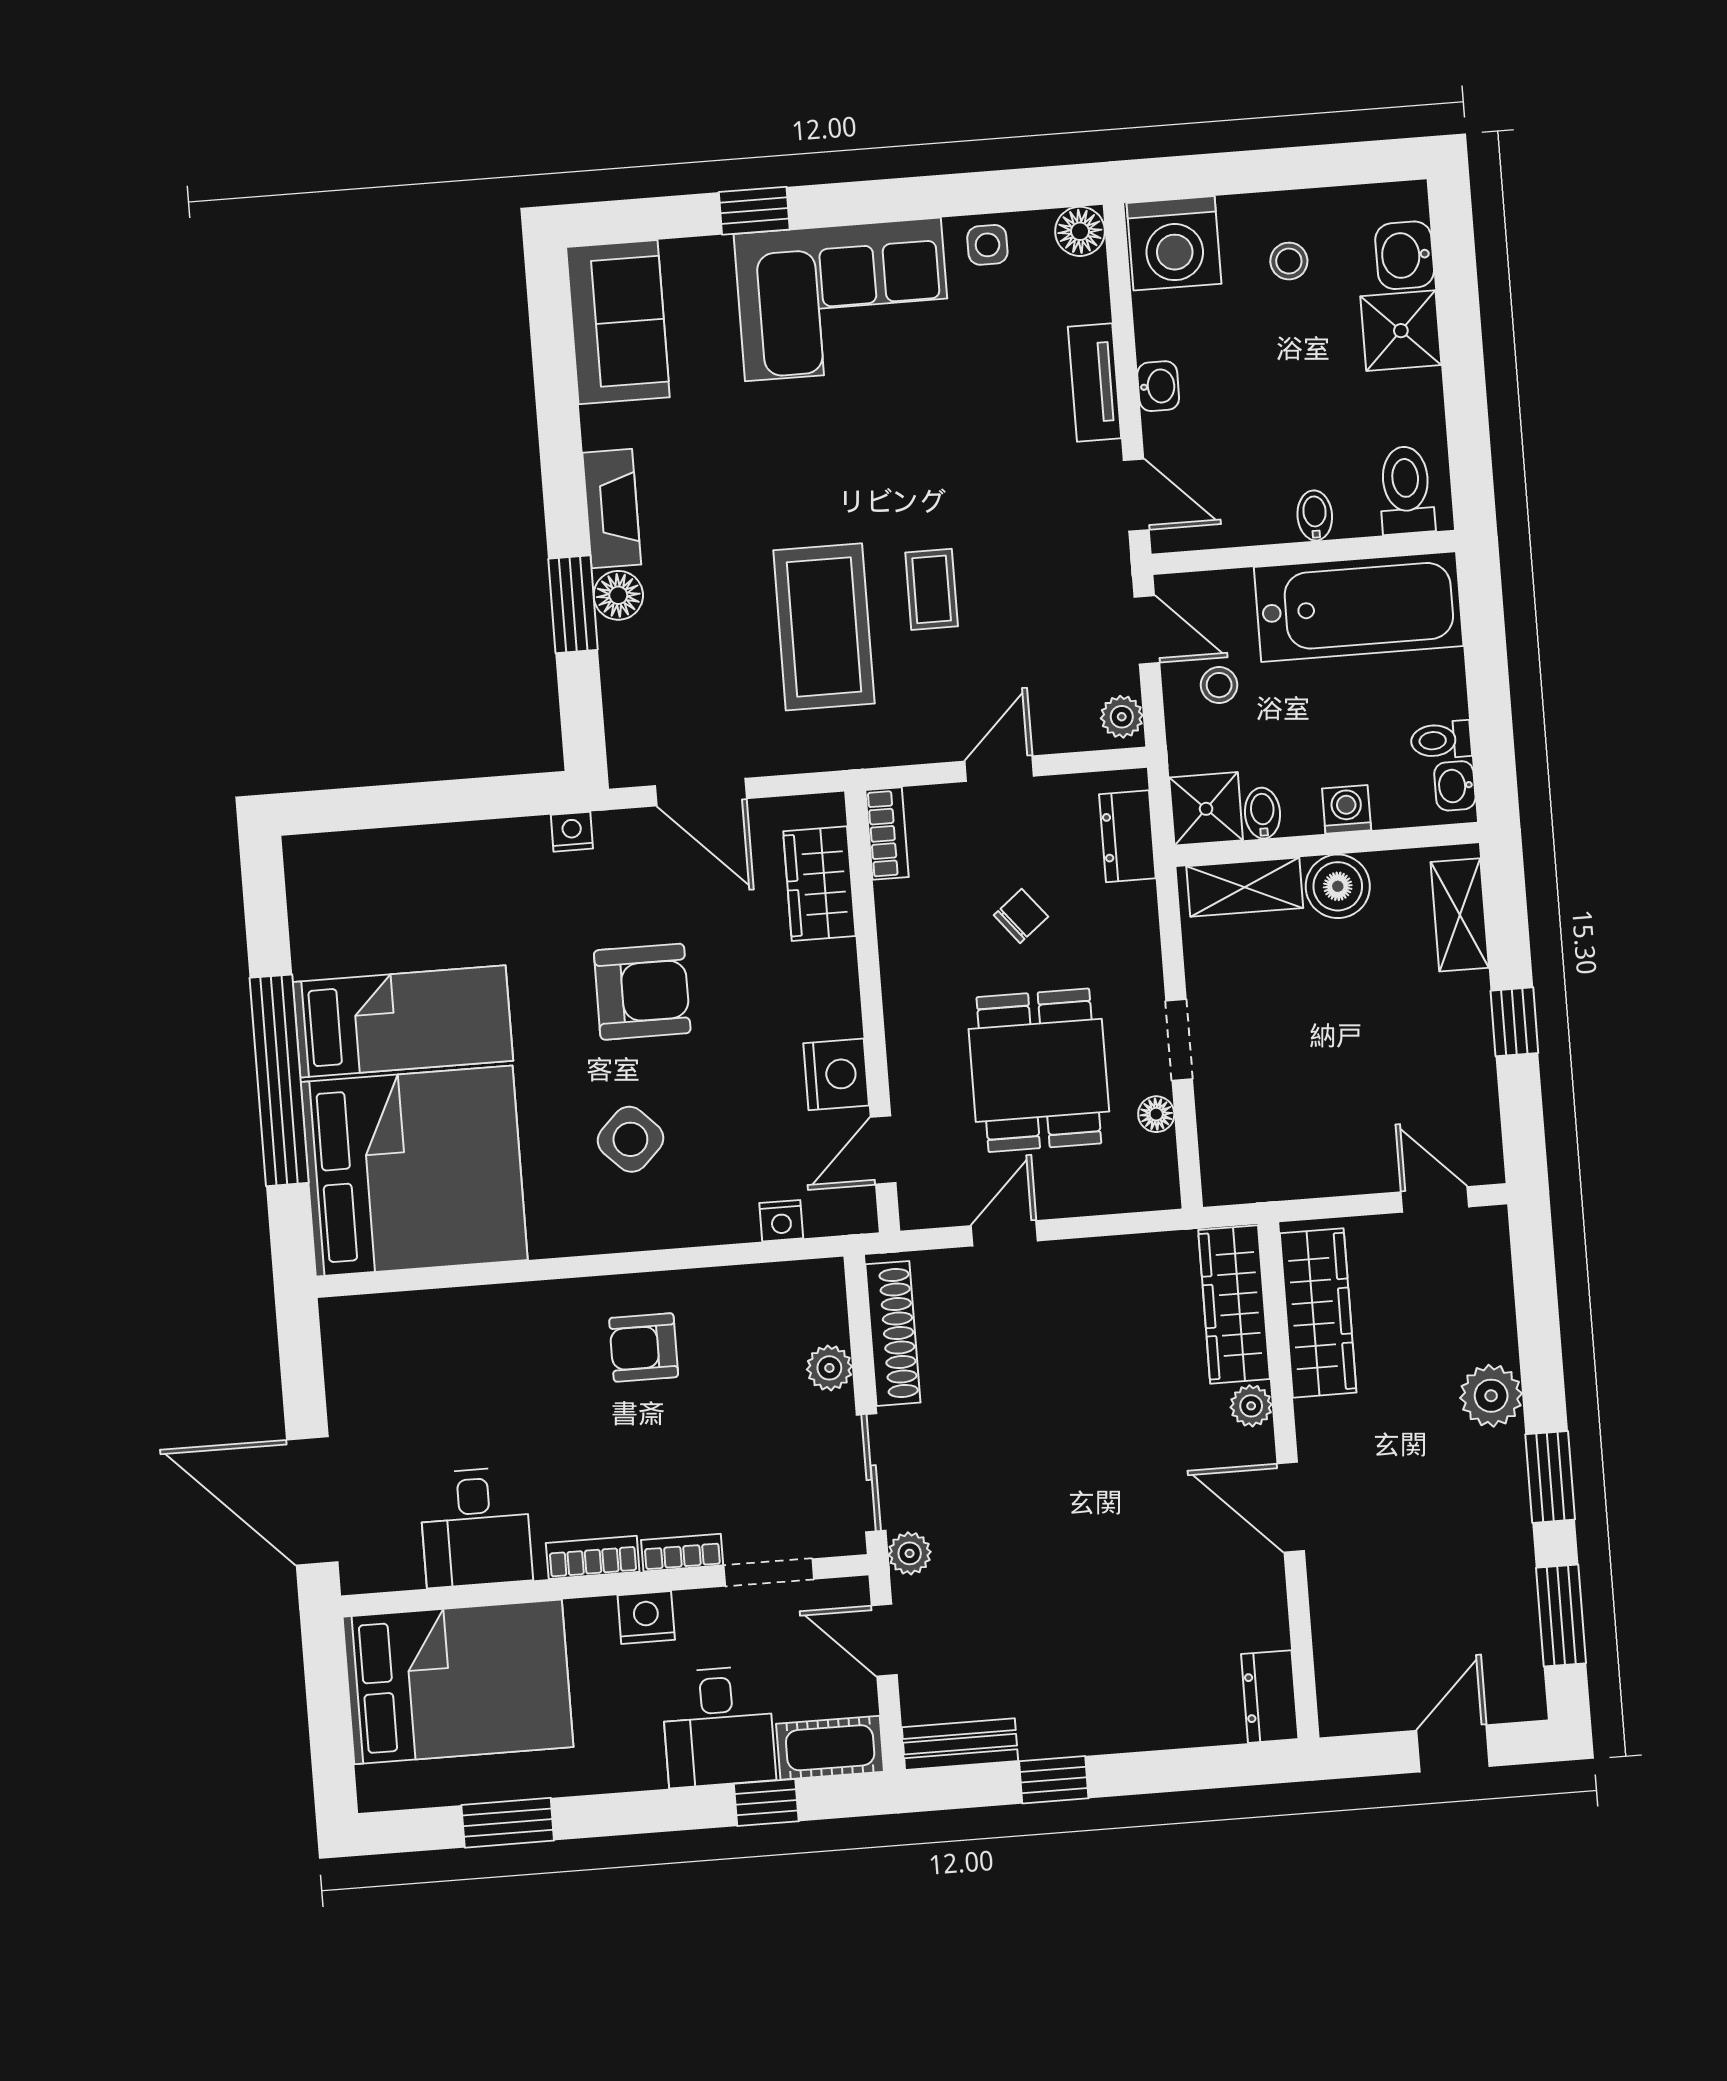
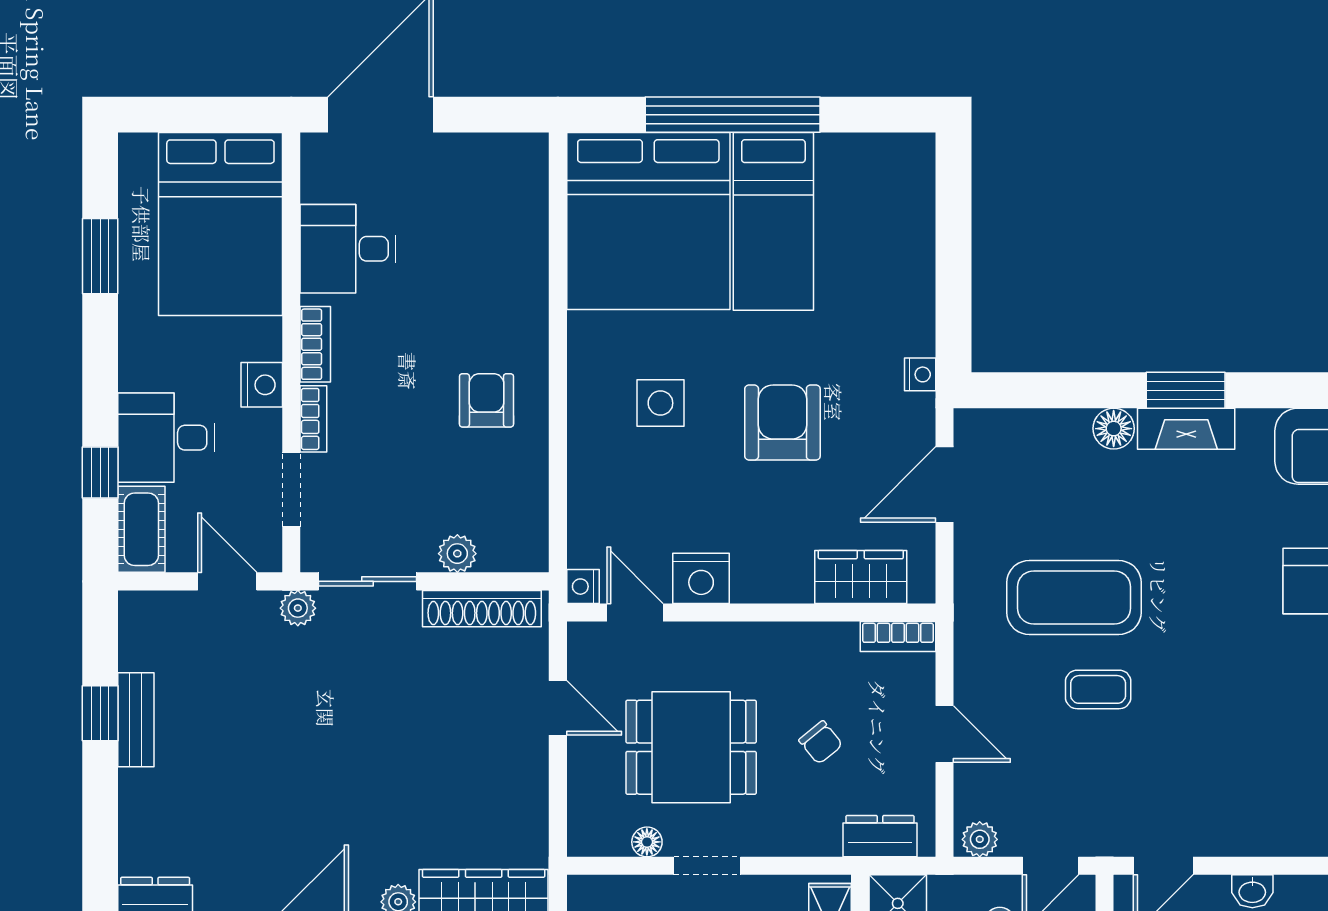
tv unit: (1095, 382) -> (1260, 839), removed
window: (573, 604) -> (1186, 390), moved
armchair: (642, 992) -> (782, 422), turned 180
side table: (630, 1139) -> (660, 403), turned 45
nightstand: (781, 1221) -> (583, 587), moved
door: (884, 1640) -> (227, 581), hinge flipped
bench: (960, 1744) -> (136, 720), moved

